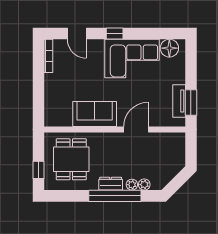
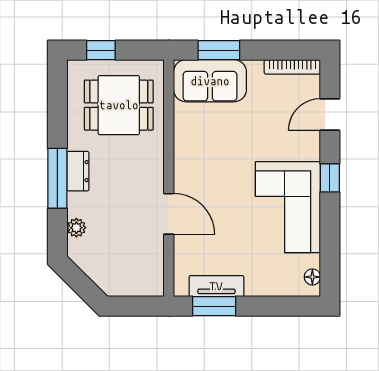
floor lamp: (169, 48) -> (312, 277), width x0.53, depth x0.53
window: (38, 100) -> (219, 50), added
sofa: (95, 114) -> (210, 81), moved, turned 90
plant: (132, 185) -> (76, 207), removed
window: (115, 196) -> (57, 178), width x0.68

